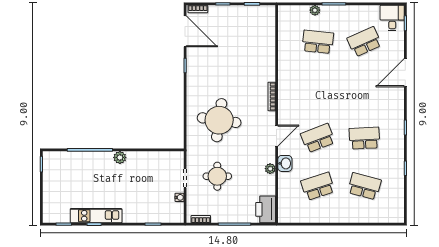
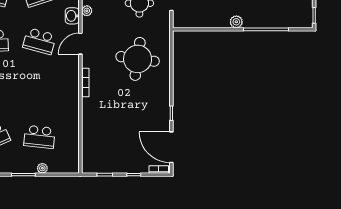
school desk: (318, 138) -> (39, 41), turned 36

